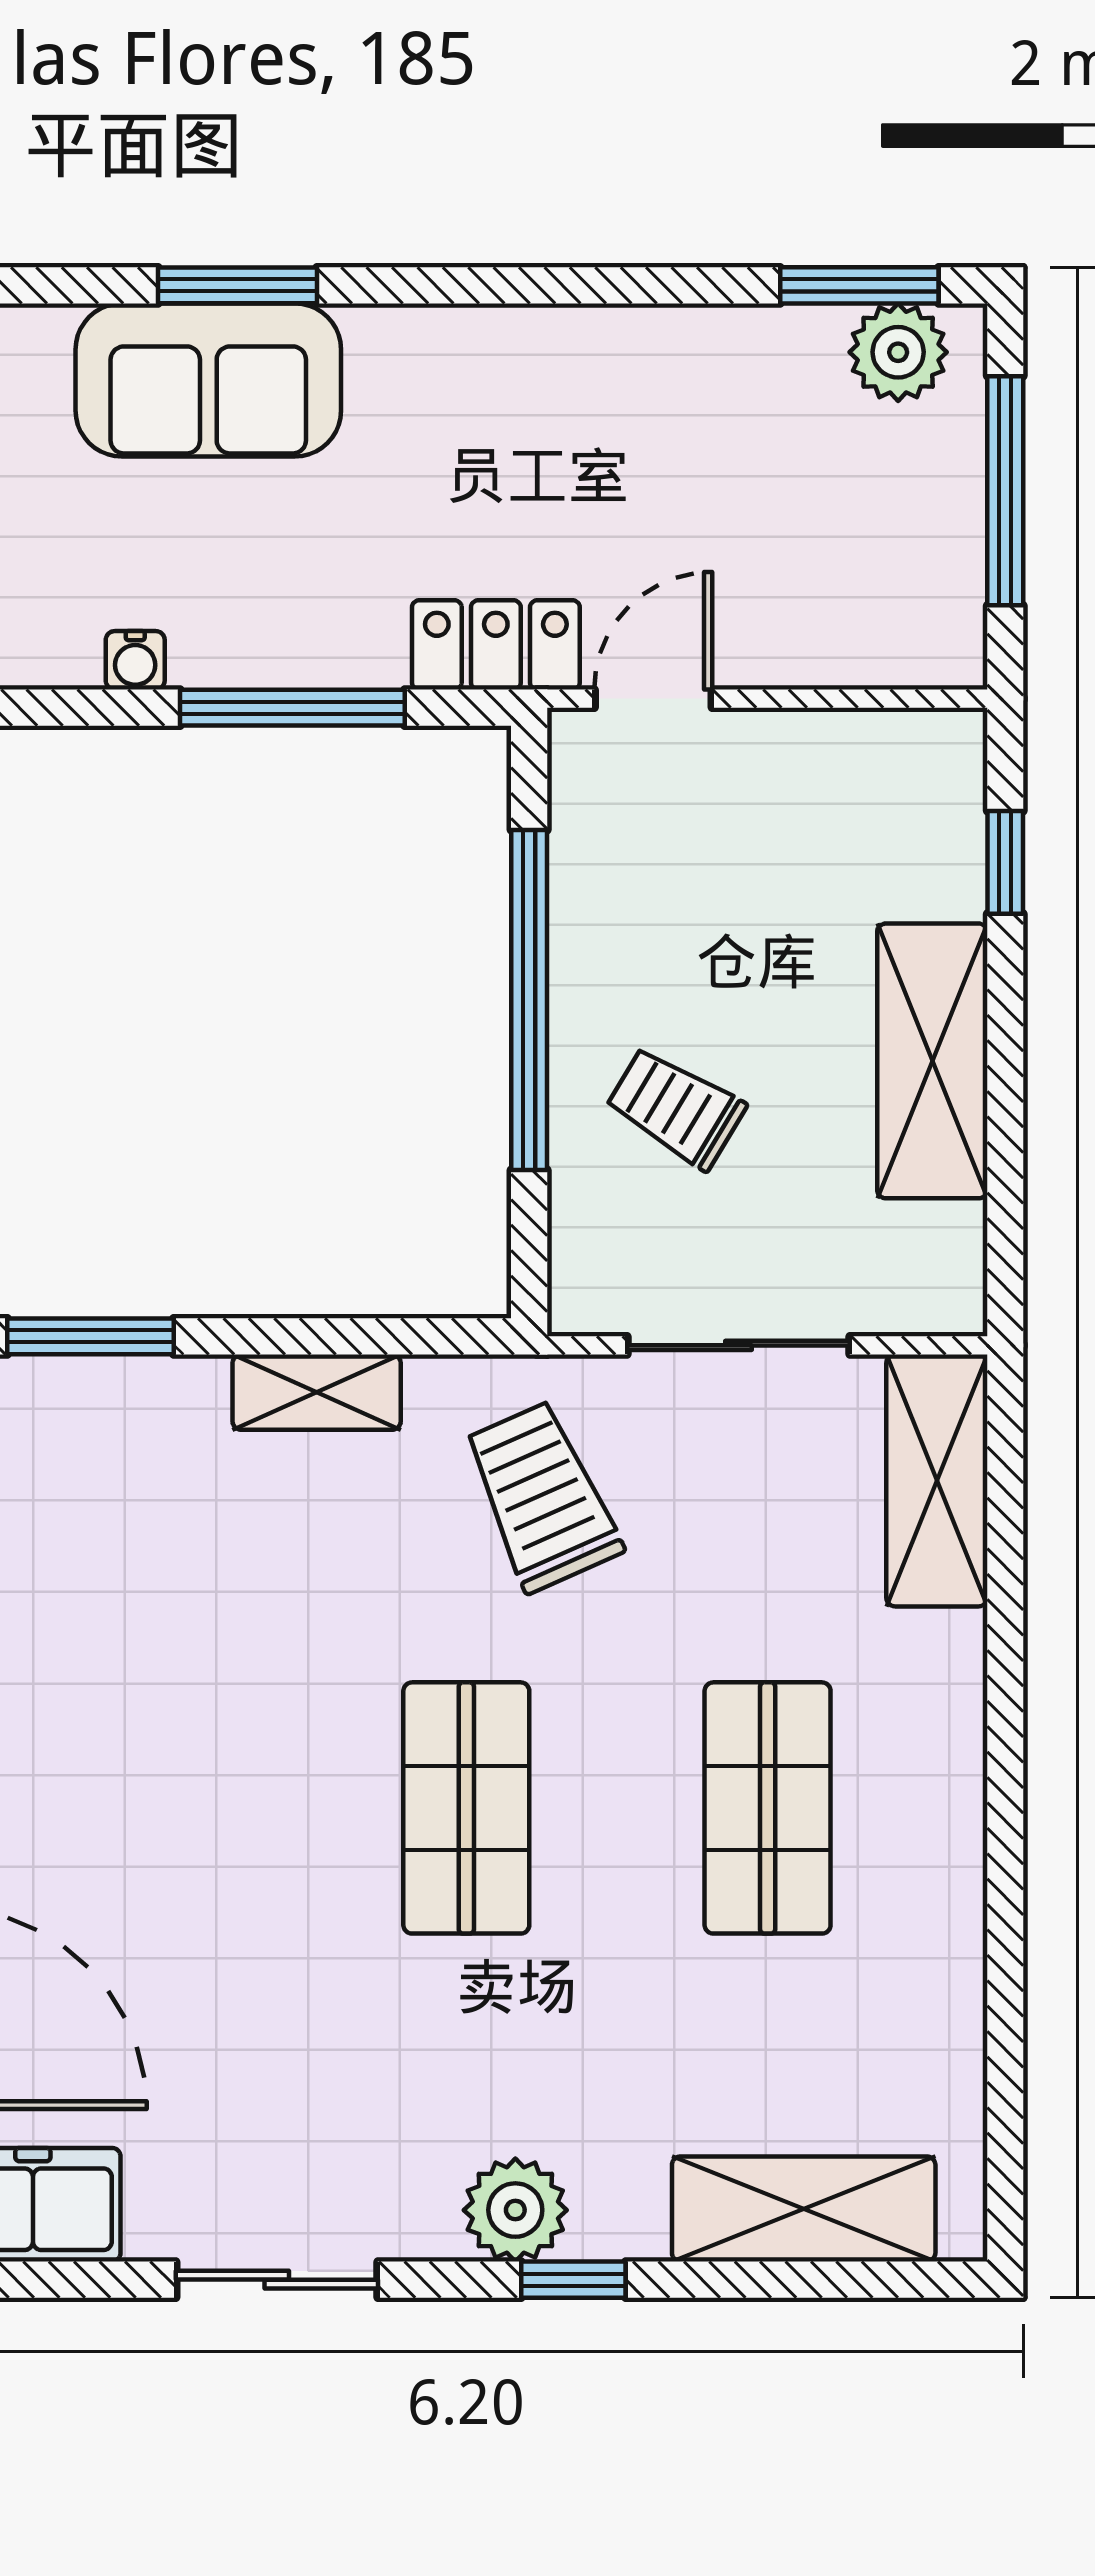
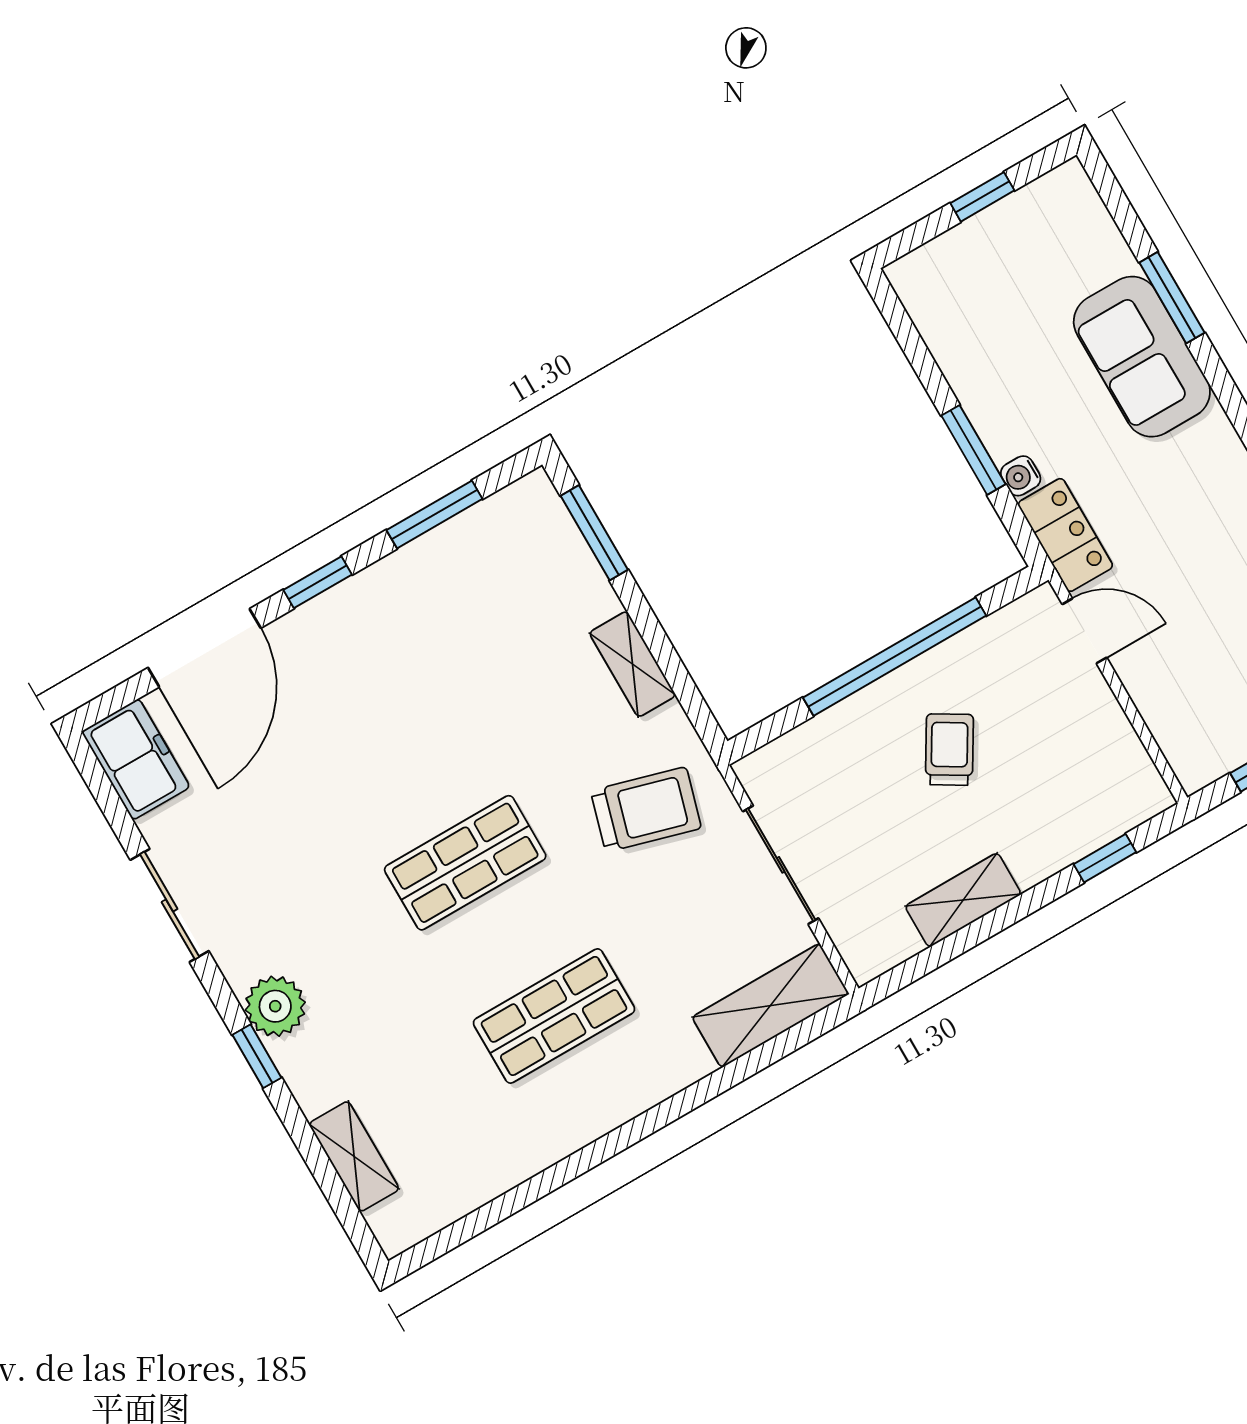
sofa: (208, 380) -> (1142, 357), moved
water cooler: (135, 660) -> (1021, 476), moved
window: (292, 708) -> (973, 450), width x0.69
shelving: (932, 1061) -> (963, 900), width x0.67, depth x0.75
trolley: (676, 1108) -> (949, 750), moved
trolley: (542, 1496) -> (646, 809), turned 40
shelving: (804, 2209) -> (354, 1156), width x0.67, depth x0.75

